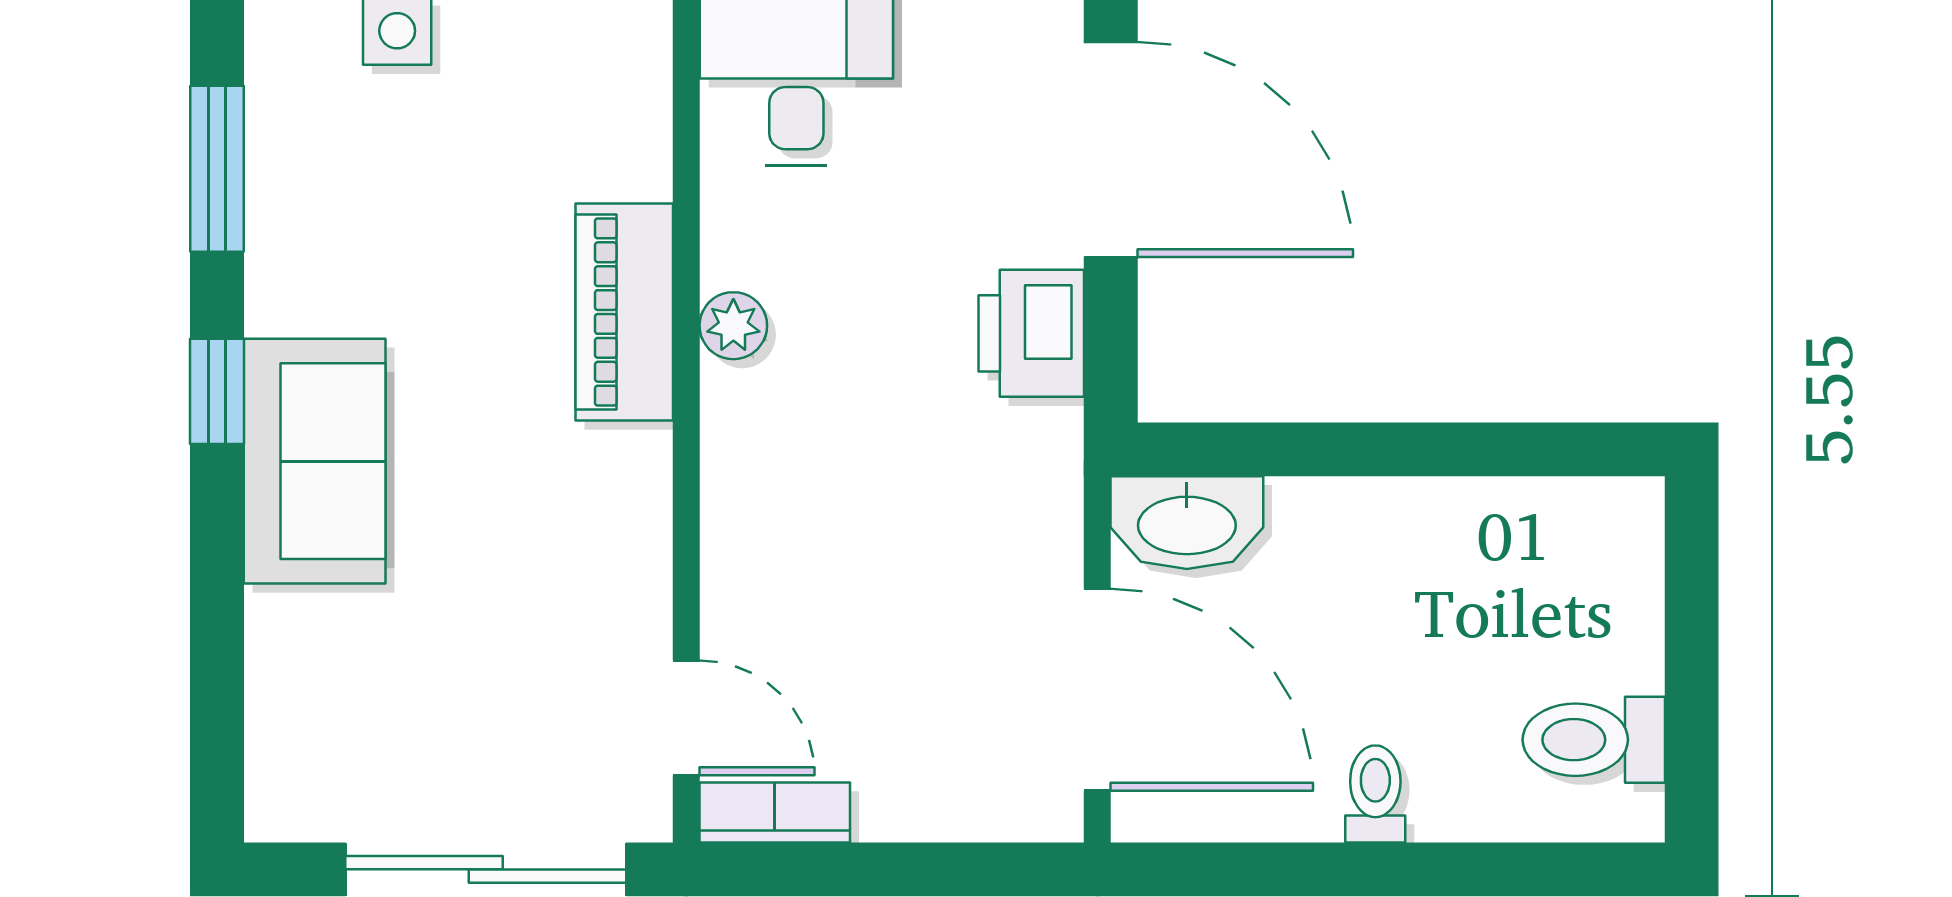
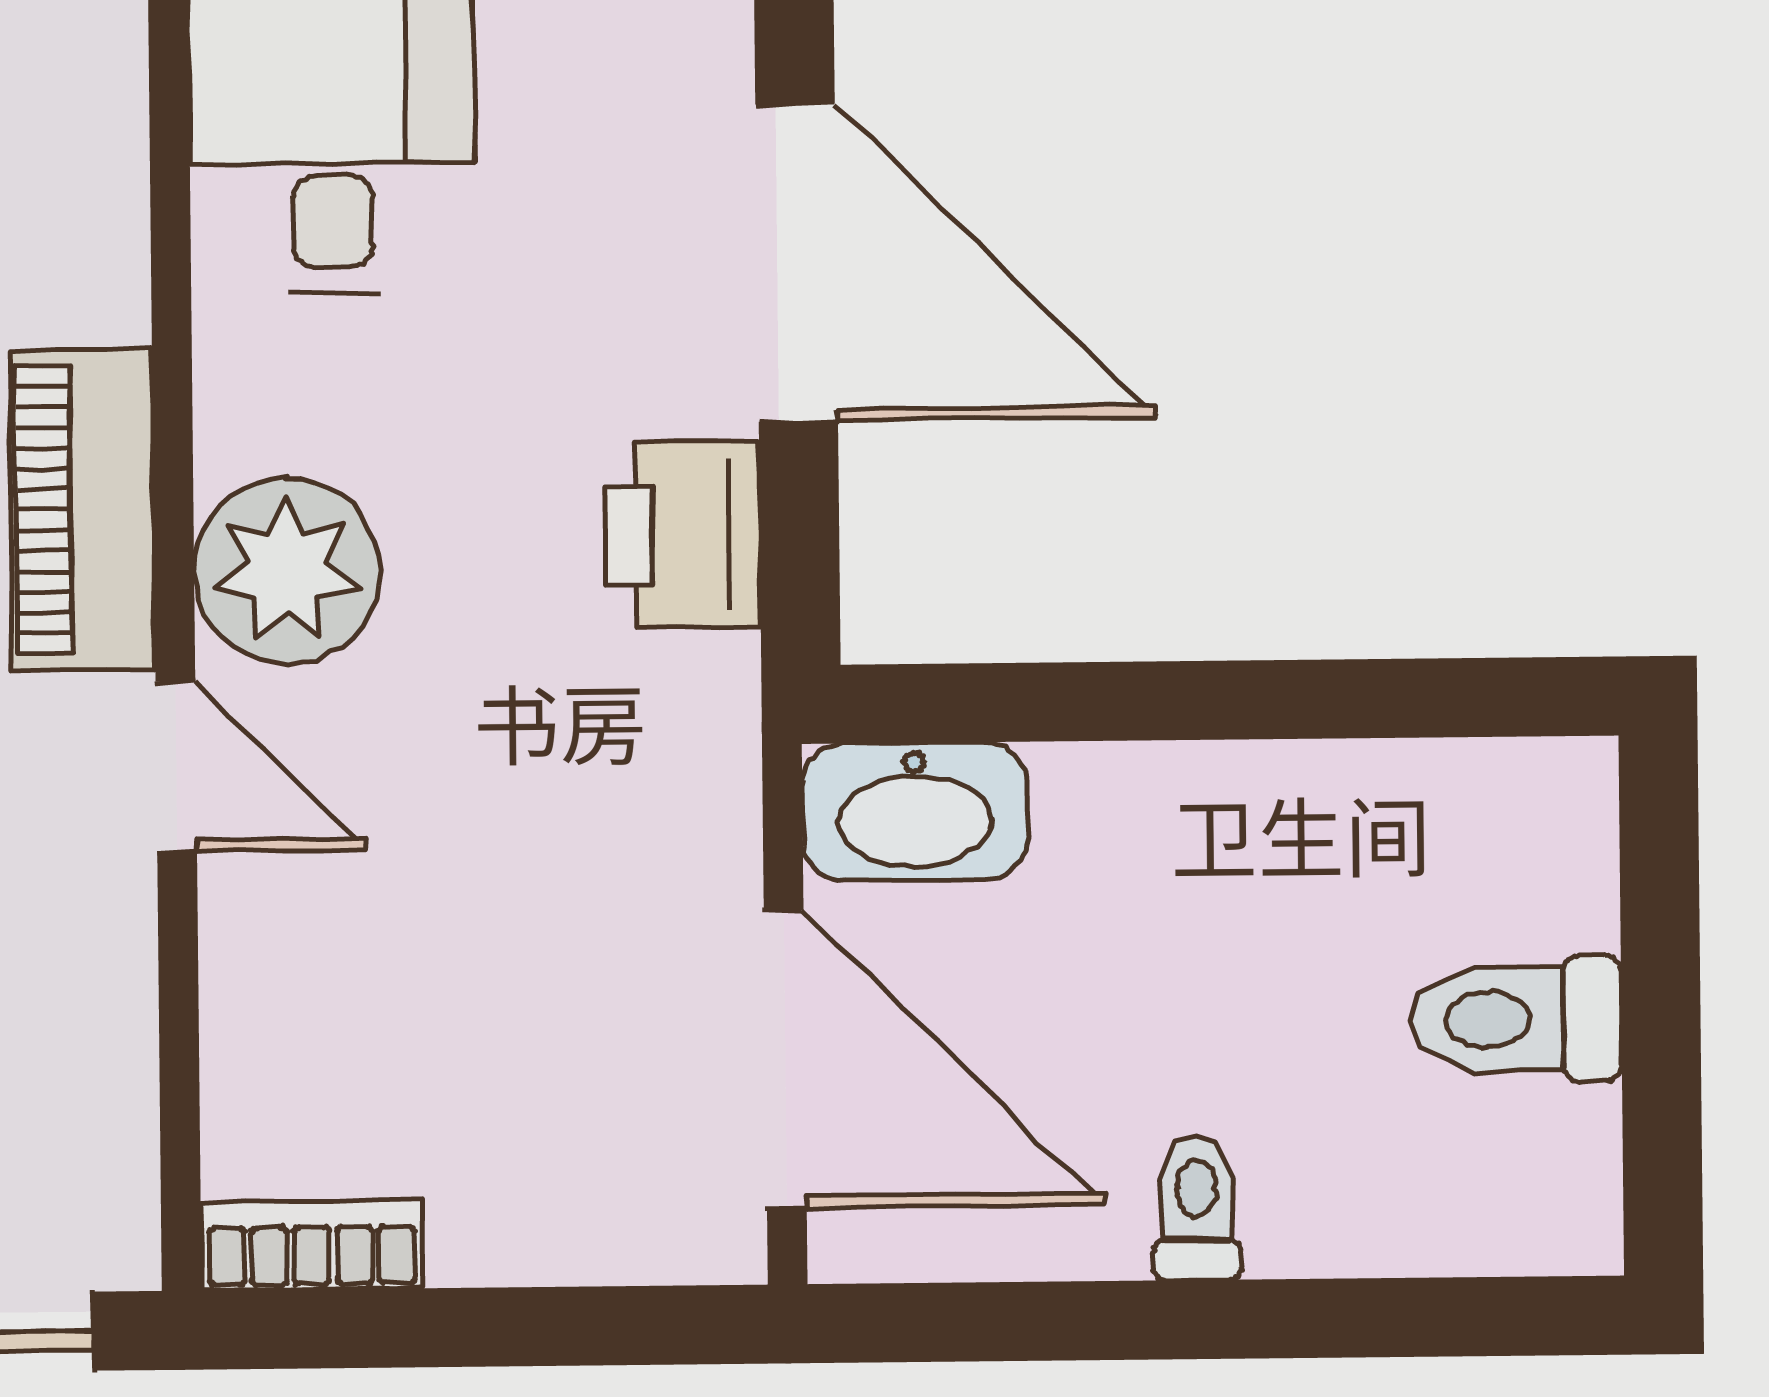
plant: (733, 326) -> (287, 571), width x1.88, depth x1.88
door: (686, 718) -> (176, 766), moved
toilet: (1594, 740) -> (1517, 1019), moved

